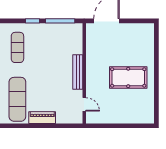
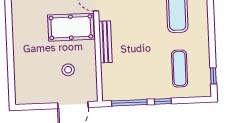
stool: (109, 50) -> (68, 70), added
pool table: (128, 77) -> (71, 27), moved

